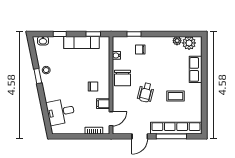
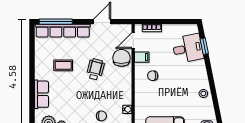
window: (38, 76) -> (204, 46), moved
chair: (123, 78) -> (121, 58), moved
window: (171, 136) -> (56, 22), moved

